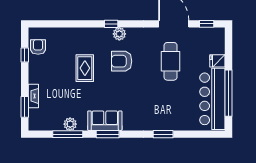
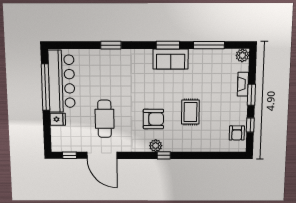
window: (25, 107) -> (251, 95), moved
plant: (70, 124) -> (242, 55), moved

